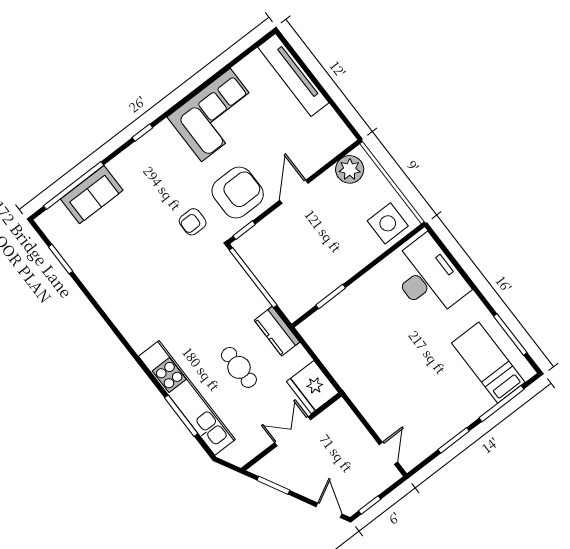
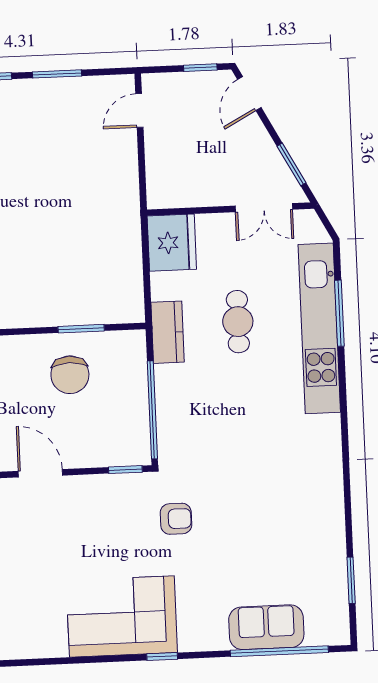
corner sofa: (216, 115) -> (122, 616), moved
door: (294, 192) -> (40, 473), swing flipped
armchair: (238, 193) -> (103, 516), removed
chair: (318, 264) -> (70, 375), added
double door: (293, 431) -> (264, 208), moved

